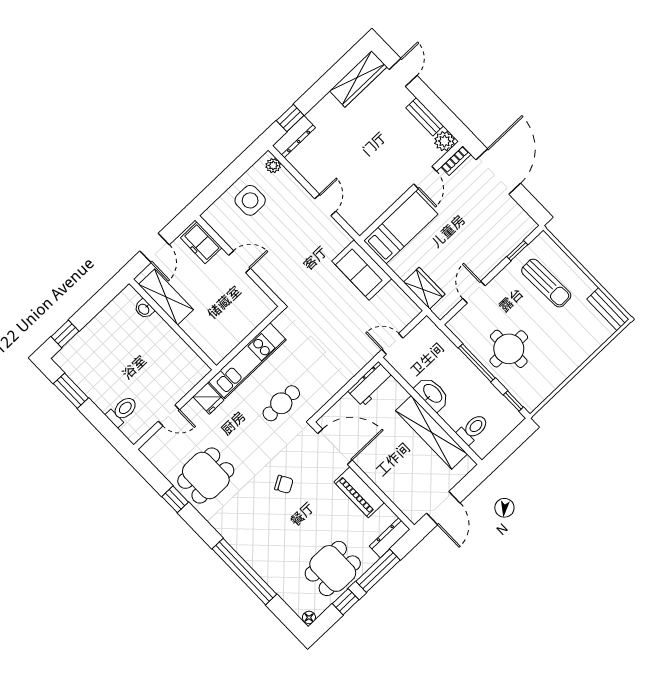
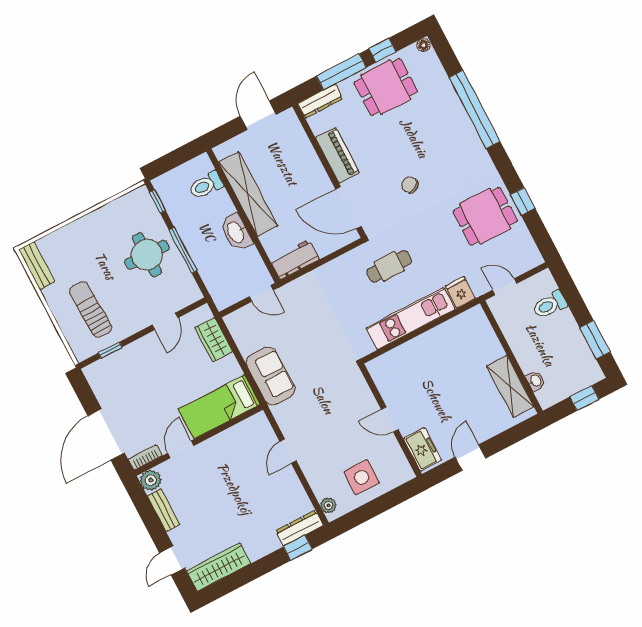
shelving: (166, 297) -> (510, 386), moved
washbasin: (144, 309) -> (535, 381), moved
wall: (173, 324) -> (511, 357), moved

